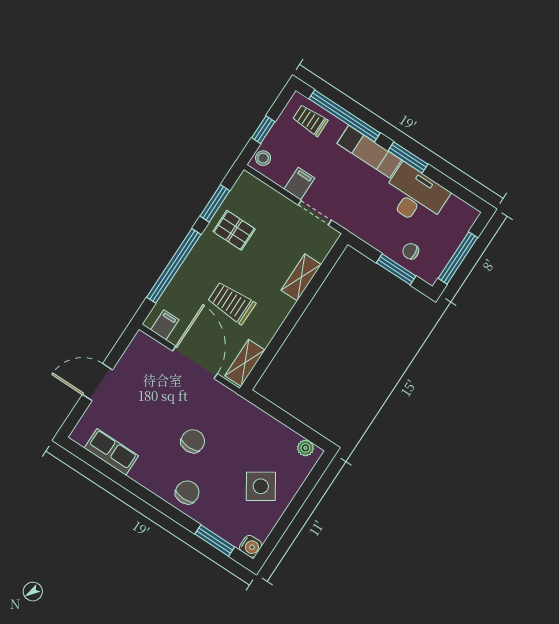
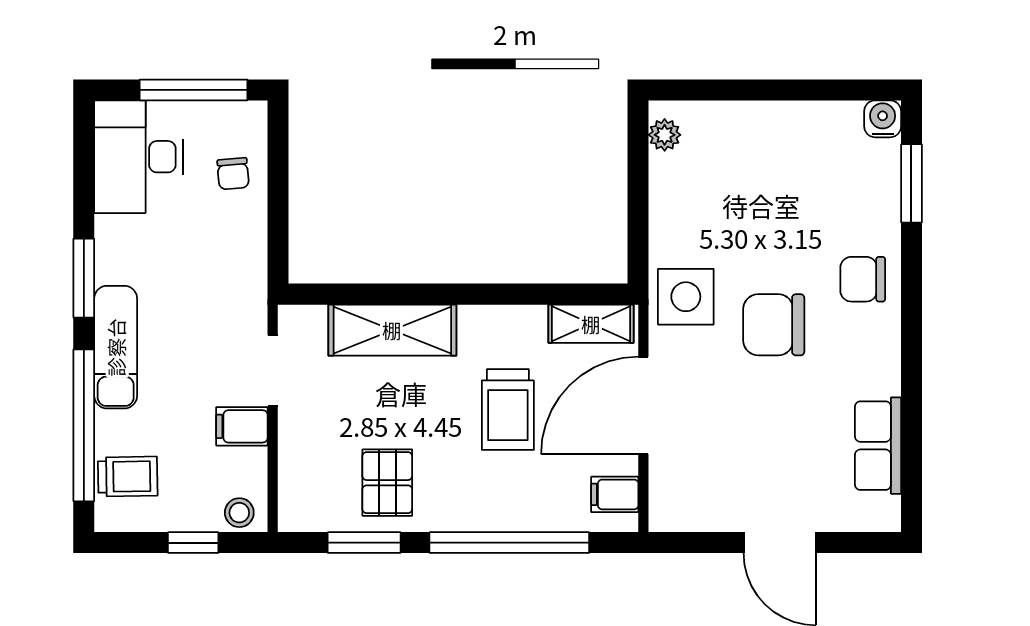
trolley: (310, 120) -> (128, 477), turned -91
desk: (415, 196) -> (138, 157), moved
window: (396, 269) -> (278, 178), removed
shelving: (301, 277) -> (392, 330), width x1.50, depth x1.33
chair: (193, 441) -> (774, 325), width x1.37, depth x1.37
side table: (261, 486) -> (686, 297), moved, turned 33

